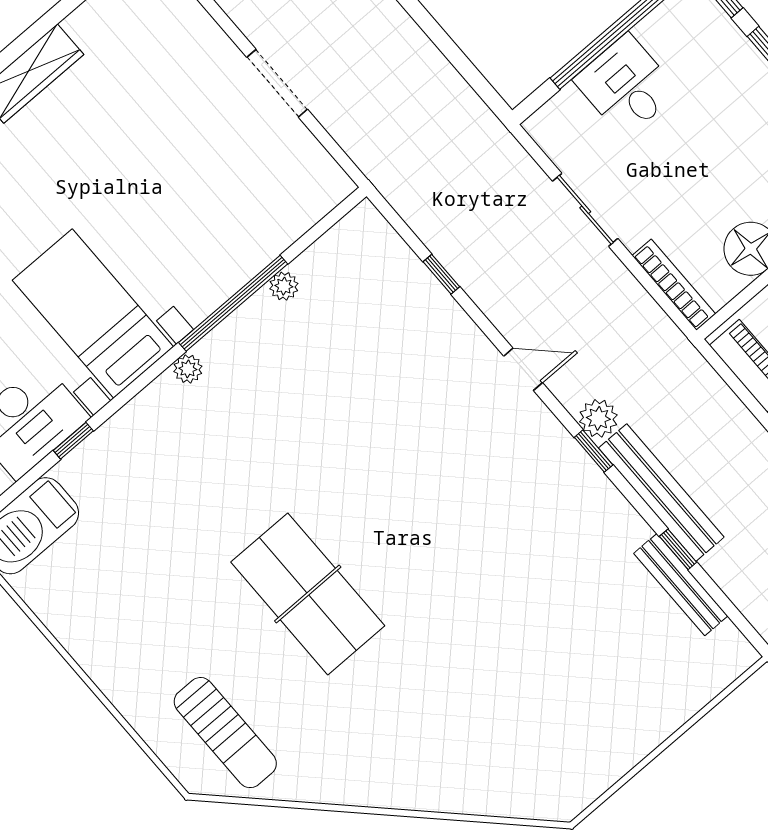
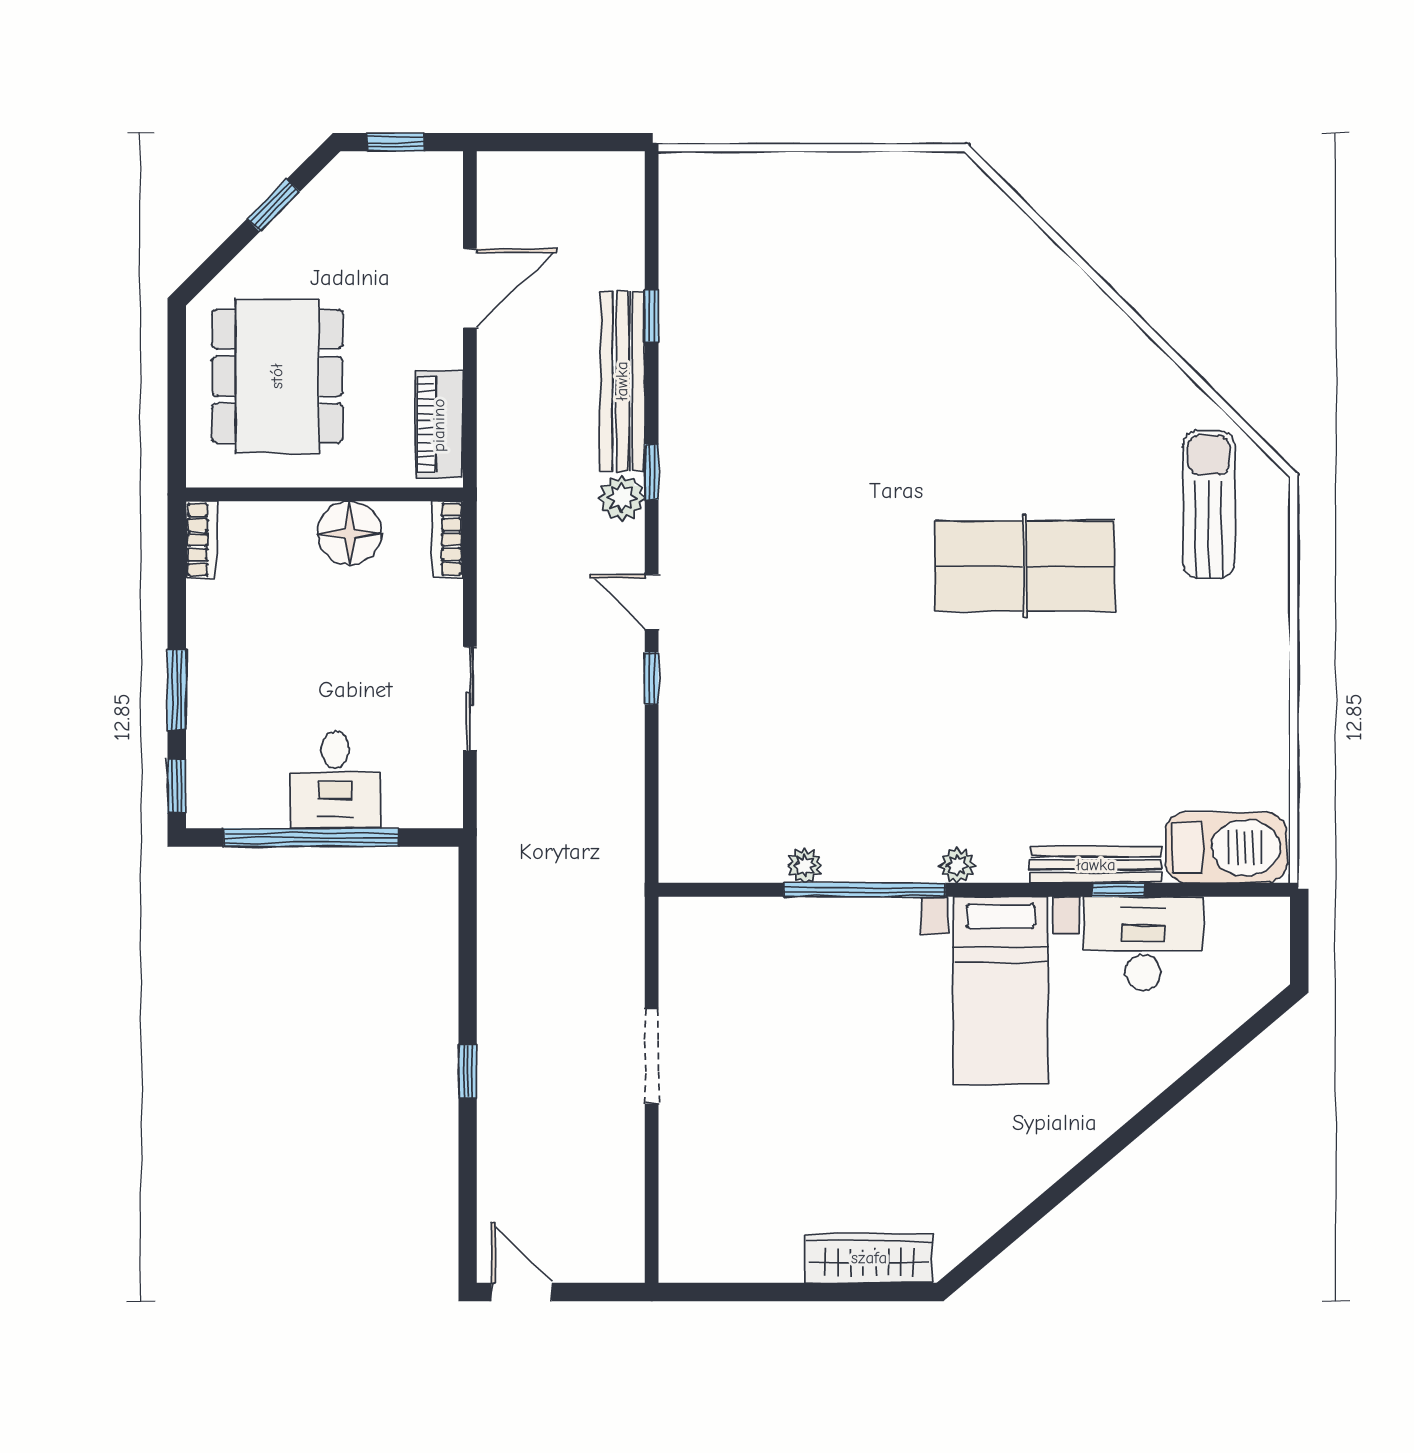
window: (441, 274) -> (652, 678), moved
bookcase: (674, 285) -> (448, 539), width x0.64
bench: (681, 585) -> (1096, 865), moved, turned 90
table tennis table: (308, 594) -> (1025, 566), turned 90

